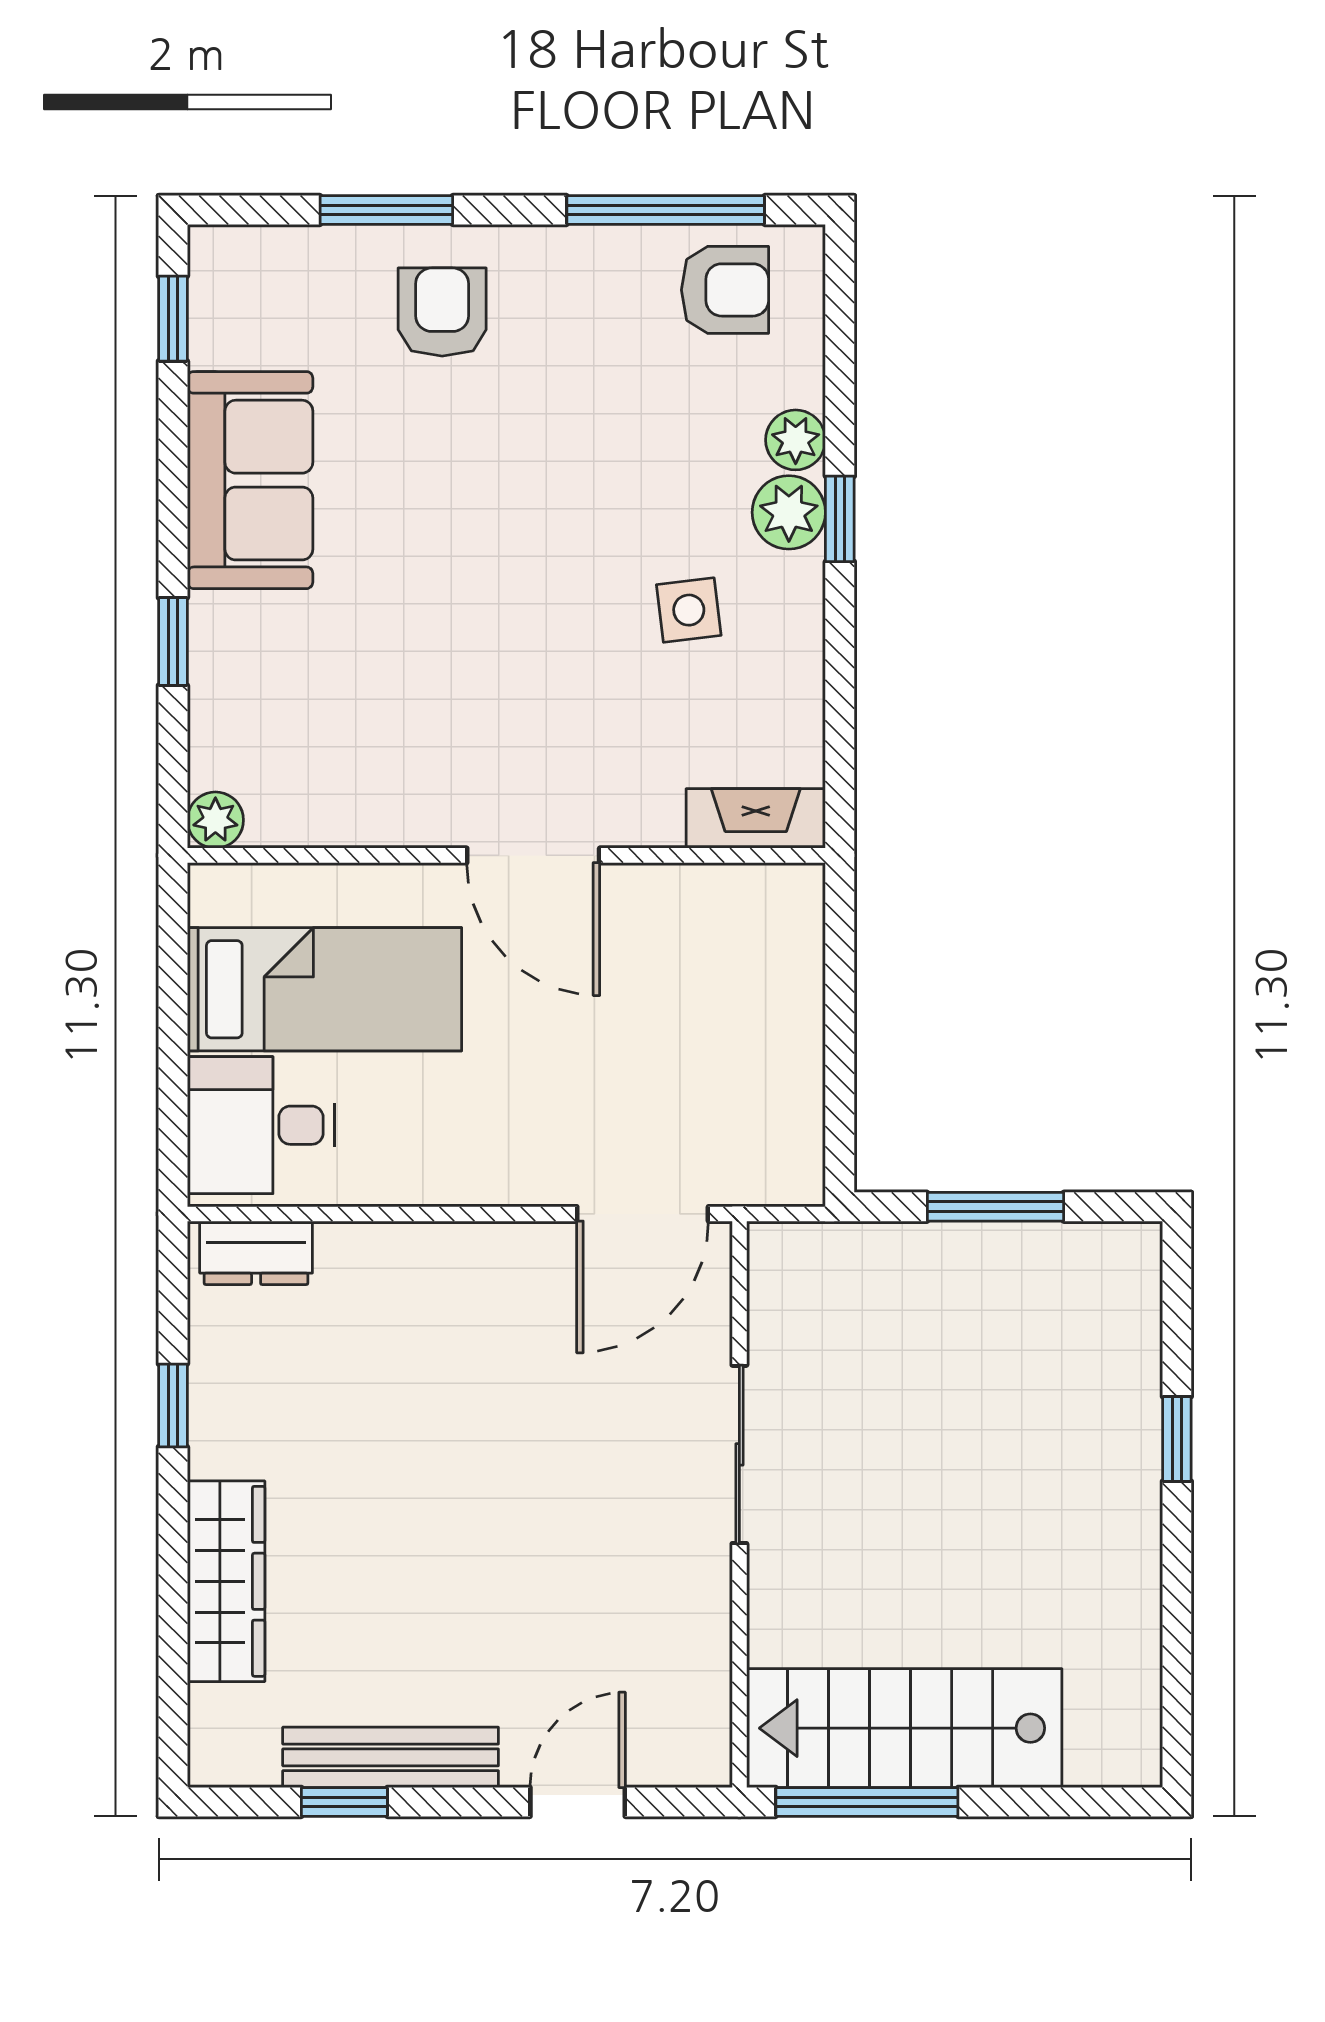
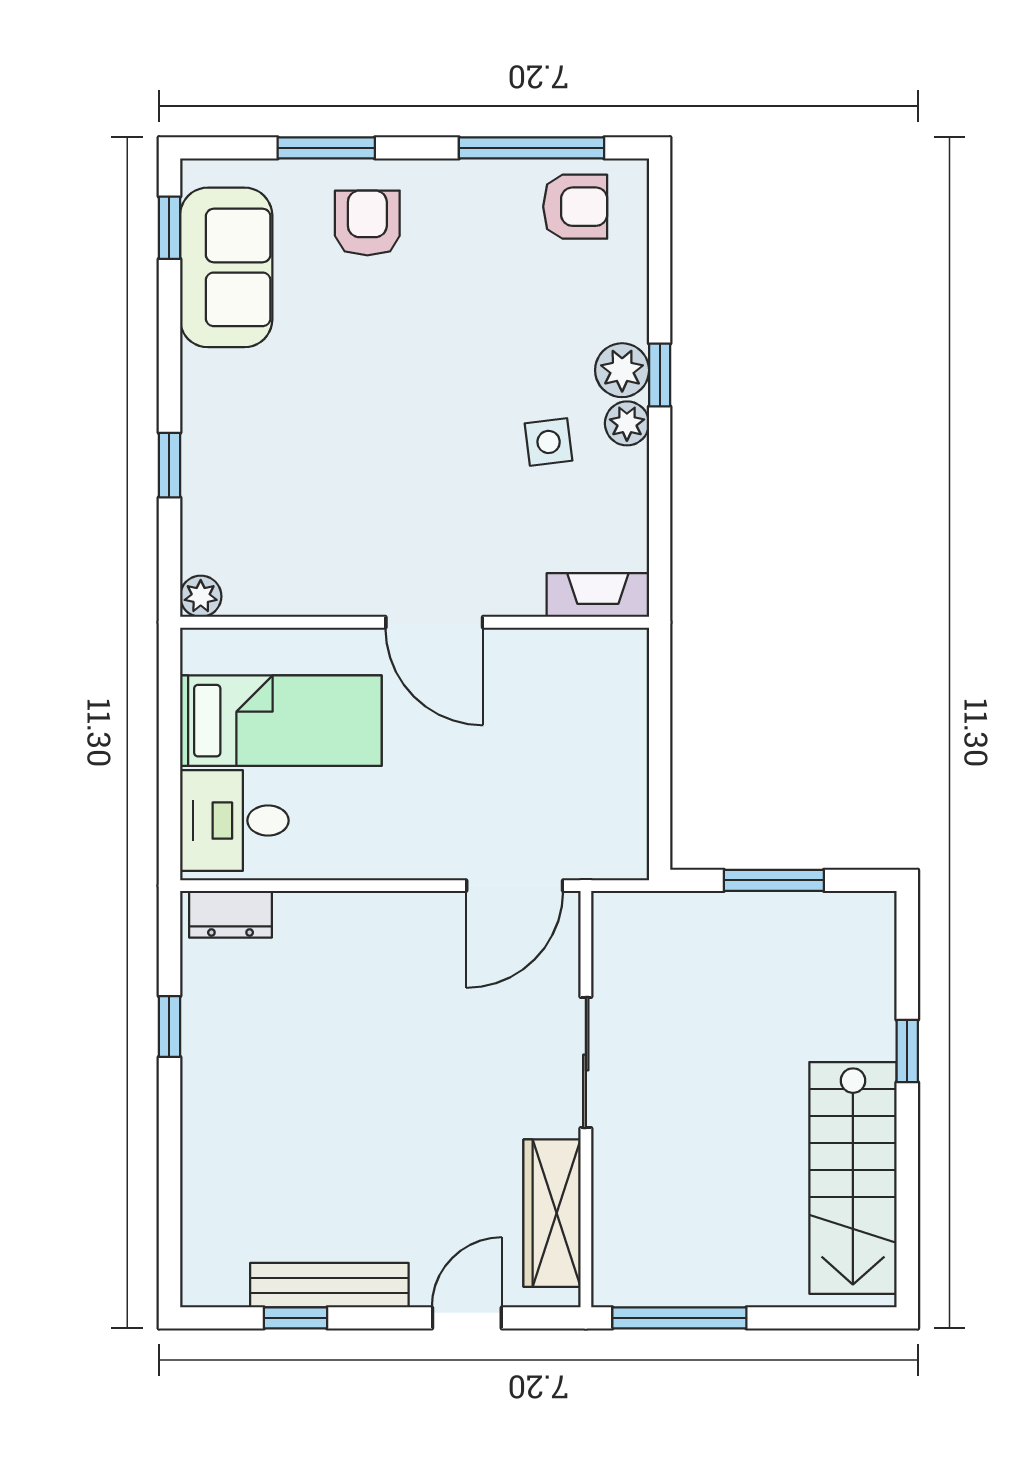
plant: (796, 440) -> (627, 423), moved
sofa: (250, 480) -> (226, 267), moved
wardrobe: (226, 1581) -> (552, 1213), moved, turned 180
stairs: (904, 1728) -> (853, 1178), moved, turned -90

